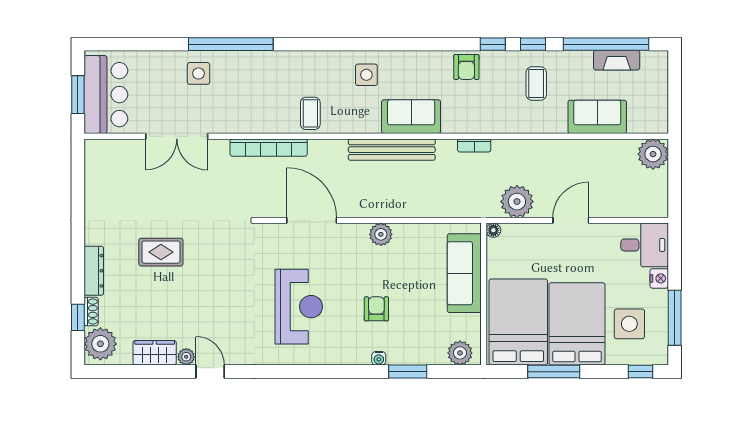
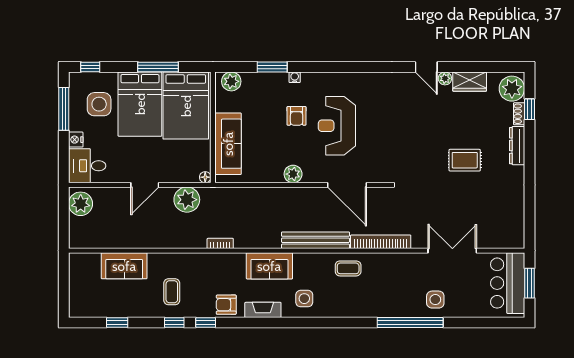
window: (606, 44) -> (117, 323), width x0.32
fireplace: (617, 60) -> (263, 310), moved
armchair: (466, 67) -> (226, 305), turned -90
coffee table: (310, 113) -> (348, 268), turned 90
bench: (392, 150) -> (315, 240), moved
plant: (653, 154) -> (81, 204), moved
reception desk: (299, 307) -> (337, 126), moved

